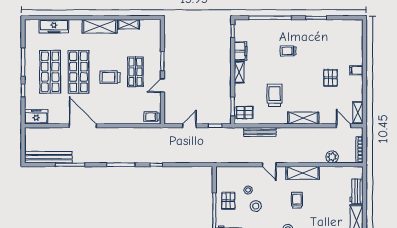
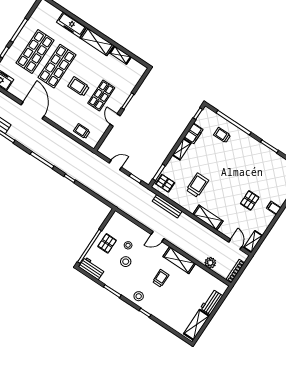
freezer: (54, 26) -> (71, 25), moved
trolley: (288, 51) -> (222, 135), moved
door: (162, 86) -> (115, 120), hinge flipped
trolley: (152, 117) -> (82, 131), moved
door: (269, 165) -> (157, 236), hinge flipped

